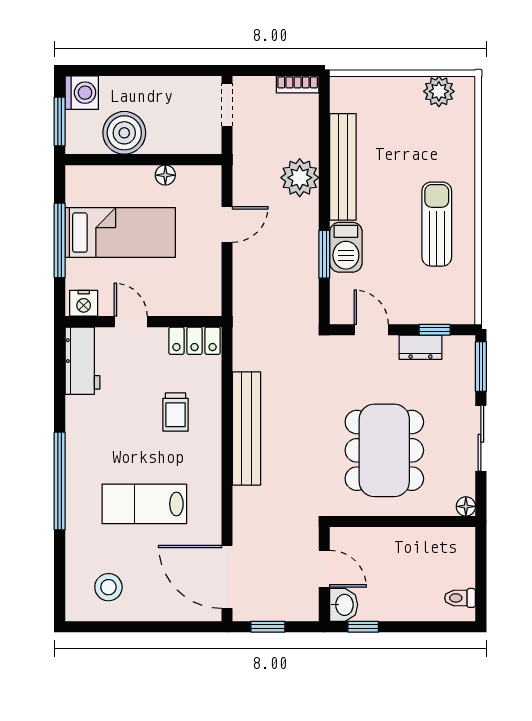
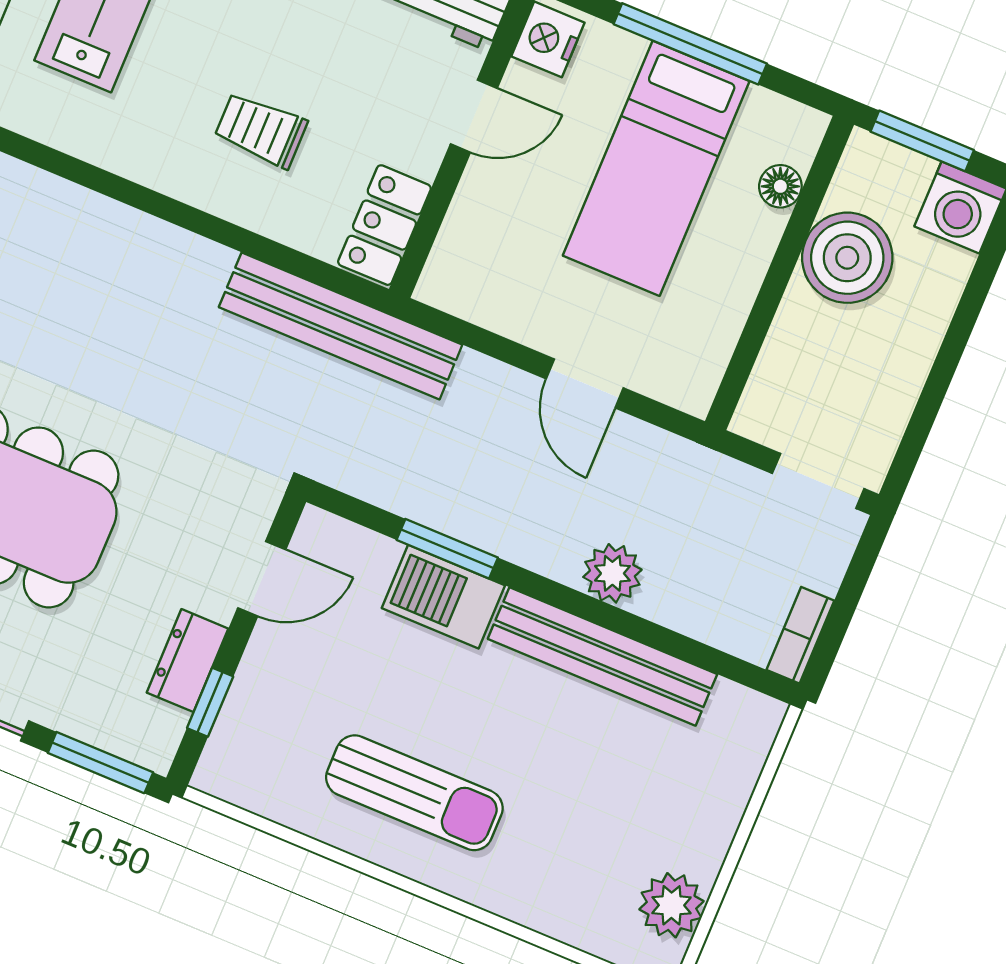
floor lamp: (165, 175) -> (780, 186), moved
plant: (300, 178) -> (612, 573), width x0.73, depth x0.73
bench: (247, 428) -> (341, 326), moved

